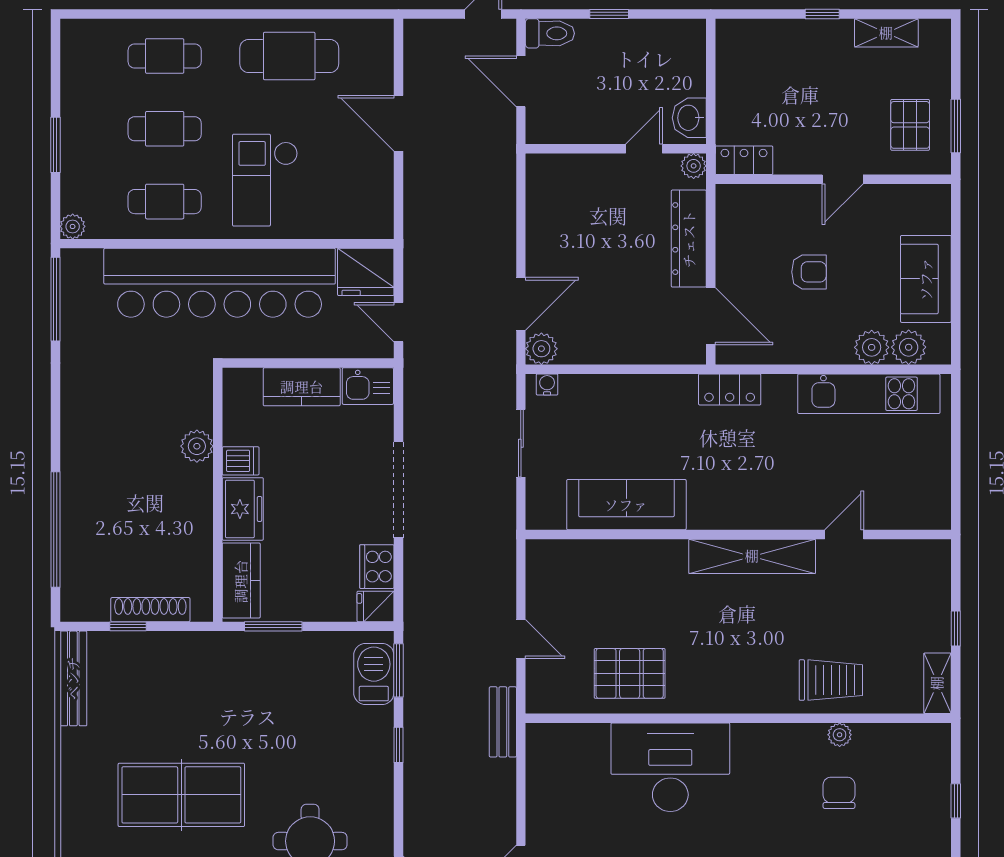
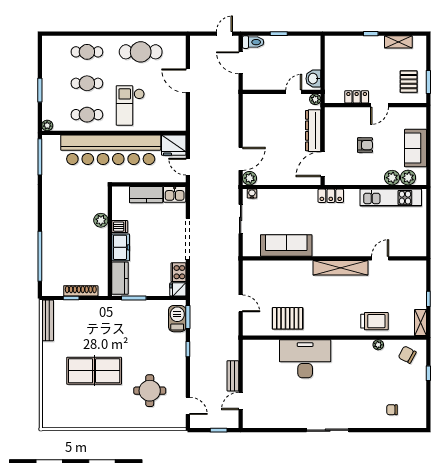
locker: (744, 160) -> (357, 97), moved
door: (711, 316) -> (323, 164), swing flipped
bench: (503, 722) -> (233, 376), moved
chair: (839, 793) -> (407, 355), moved, turned -62

